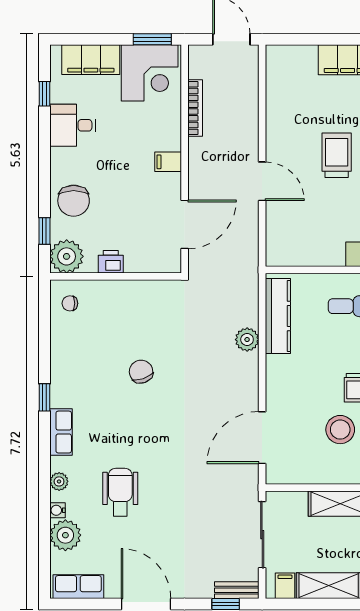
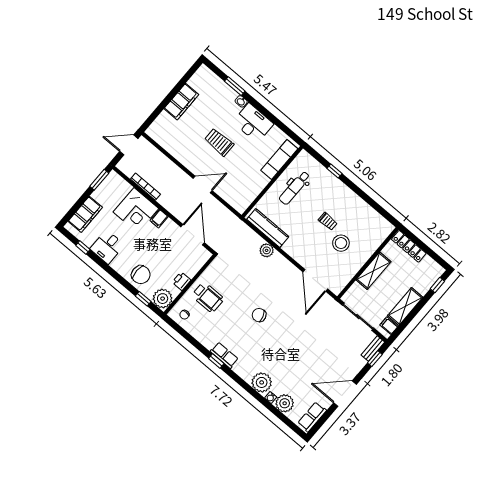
corner desk: (150, 73) -> (136, 210), moved, turned 90
chair: (141, 372) -> (259, 315), moved
row of seats: (61, 432) -> (224, 355), moved
plant: (59, 481) -> (262, 382), width x1.88, depth x1.88
wheelchair: (120, 492) -> (208, 297), moved, turned 180

